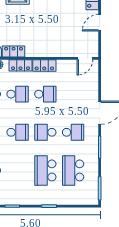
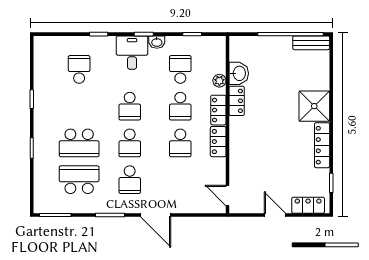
school desk: (45, 132) -> (130, 143), turned 180
school desk: (45, 170) -> (79, 143), turned 180

